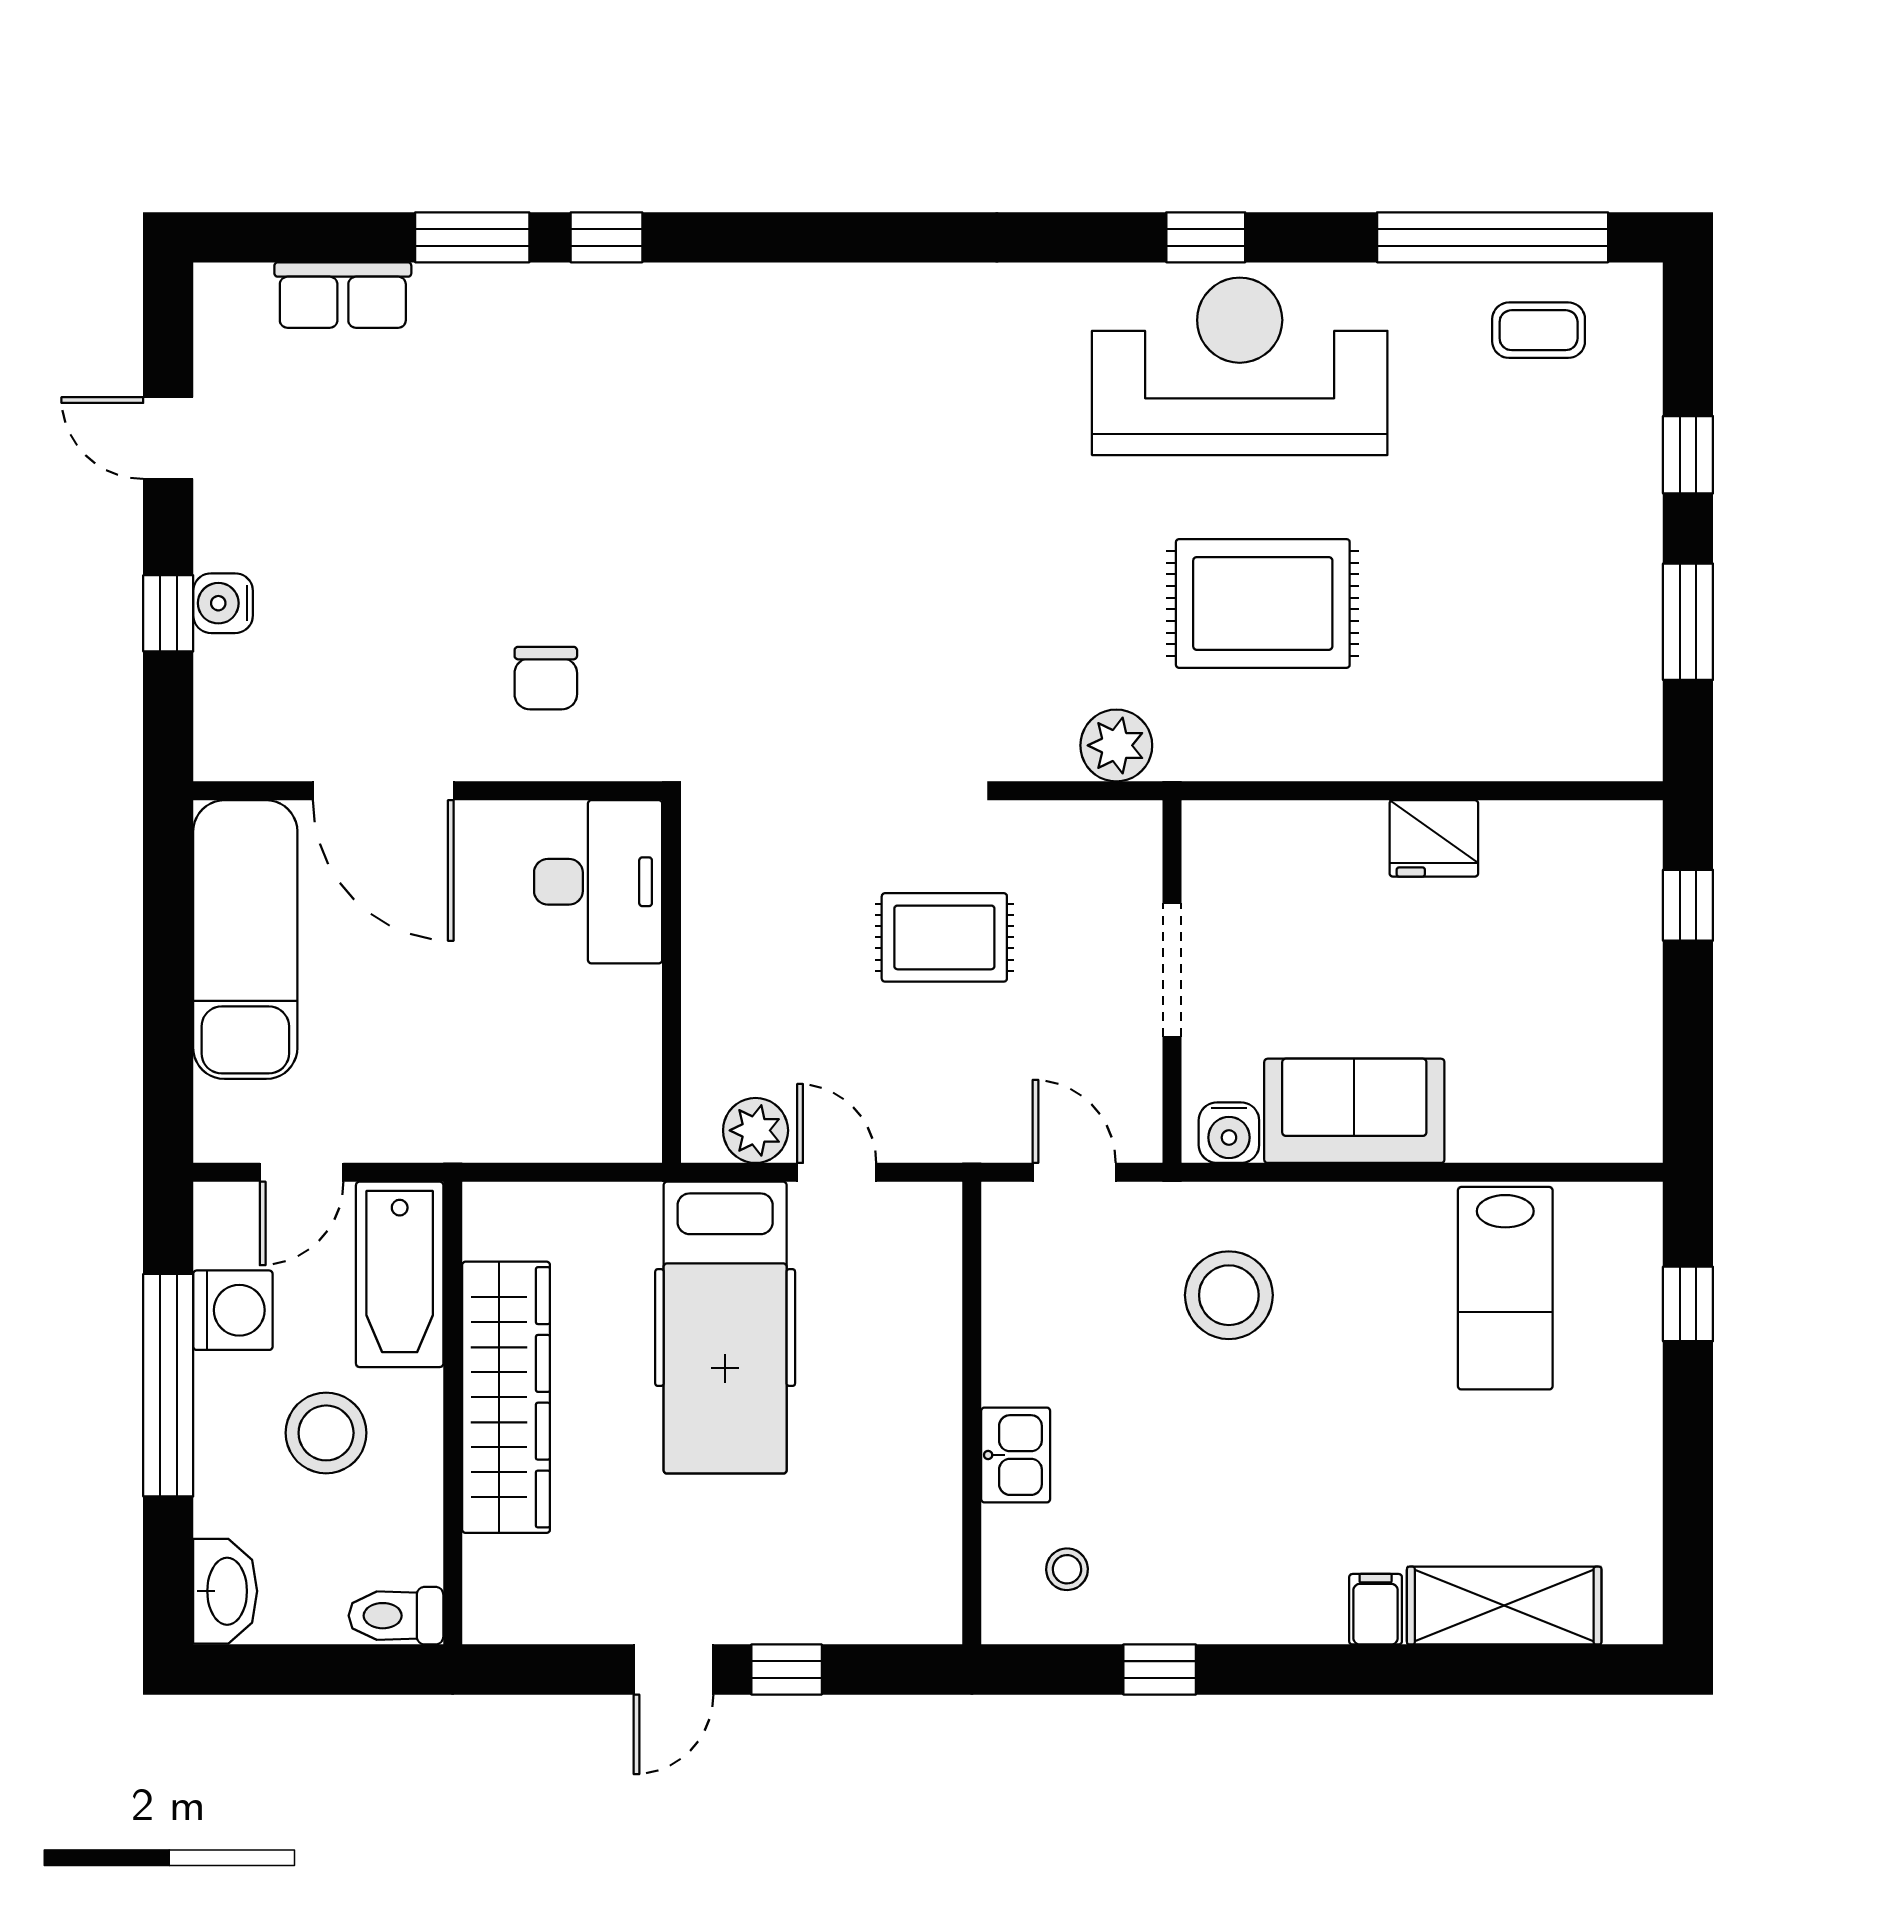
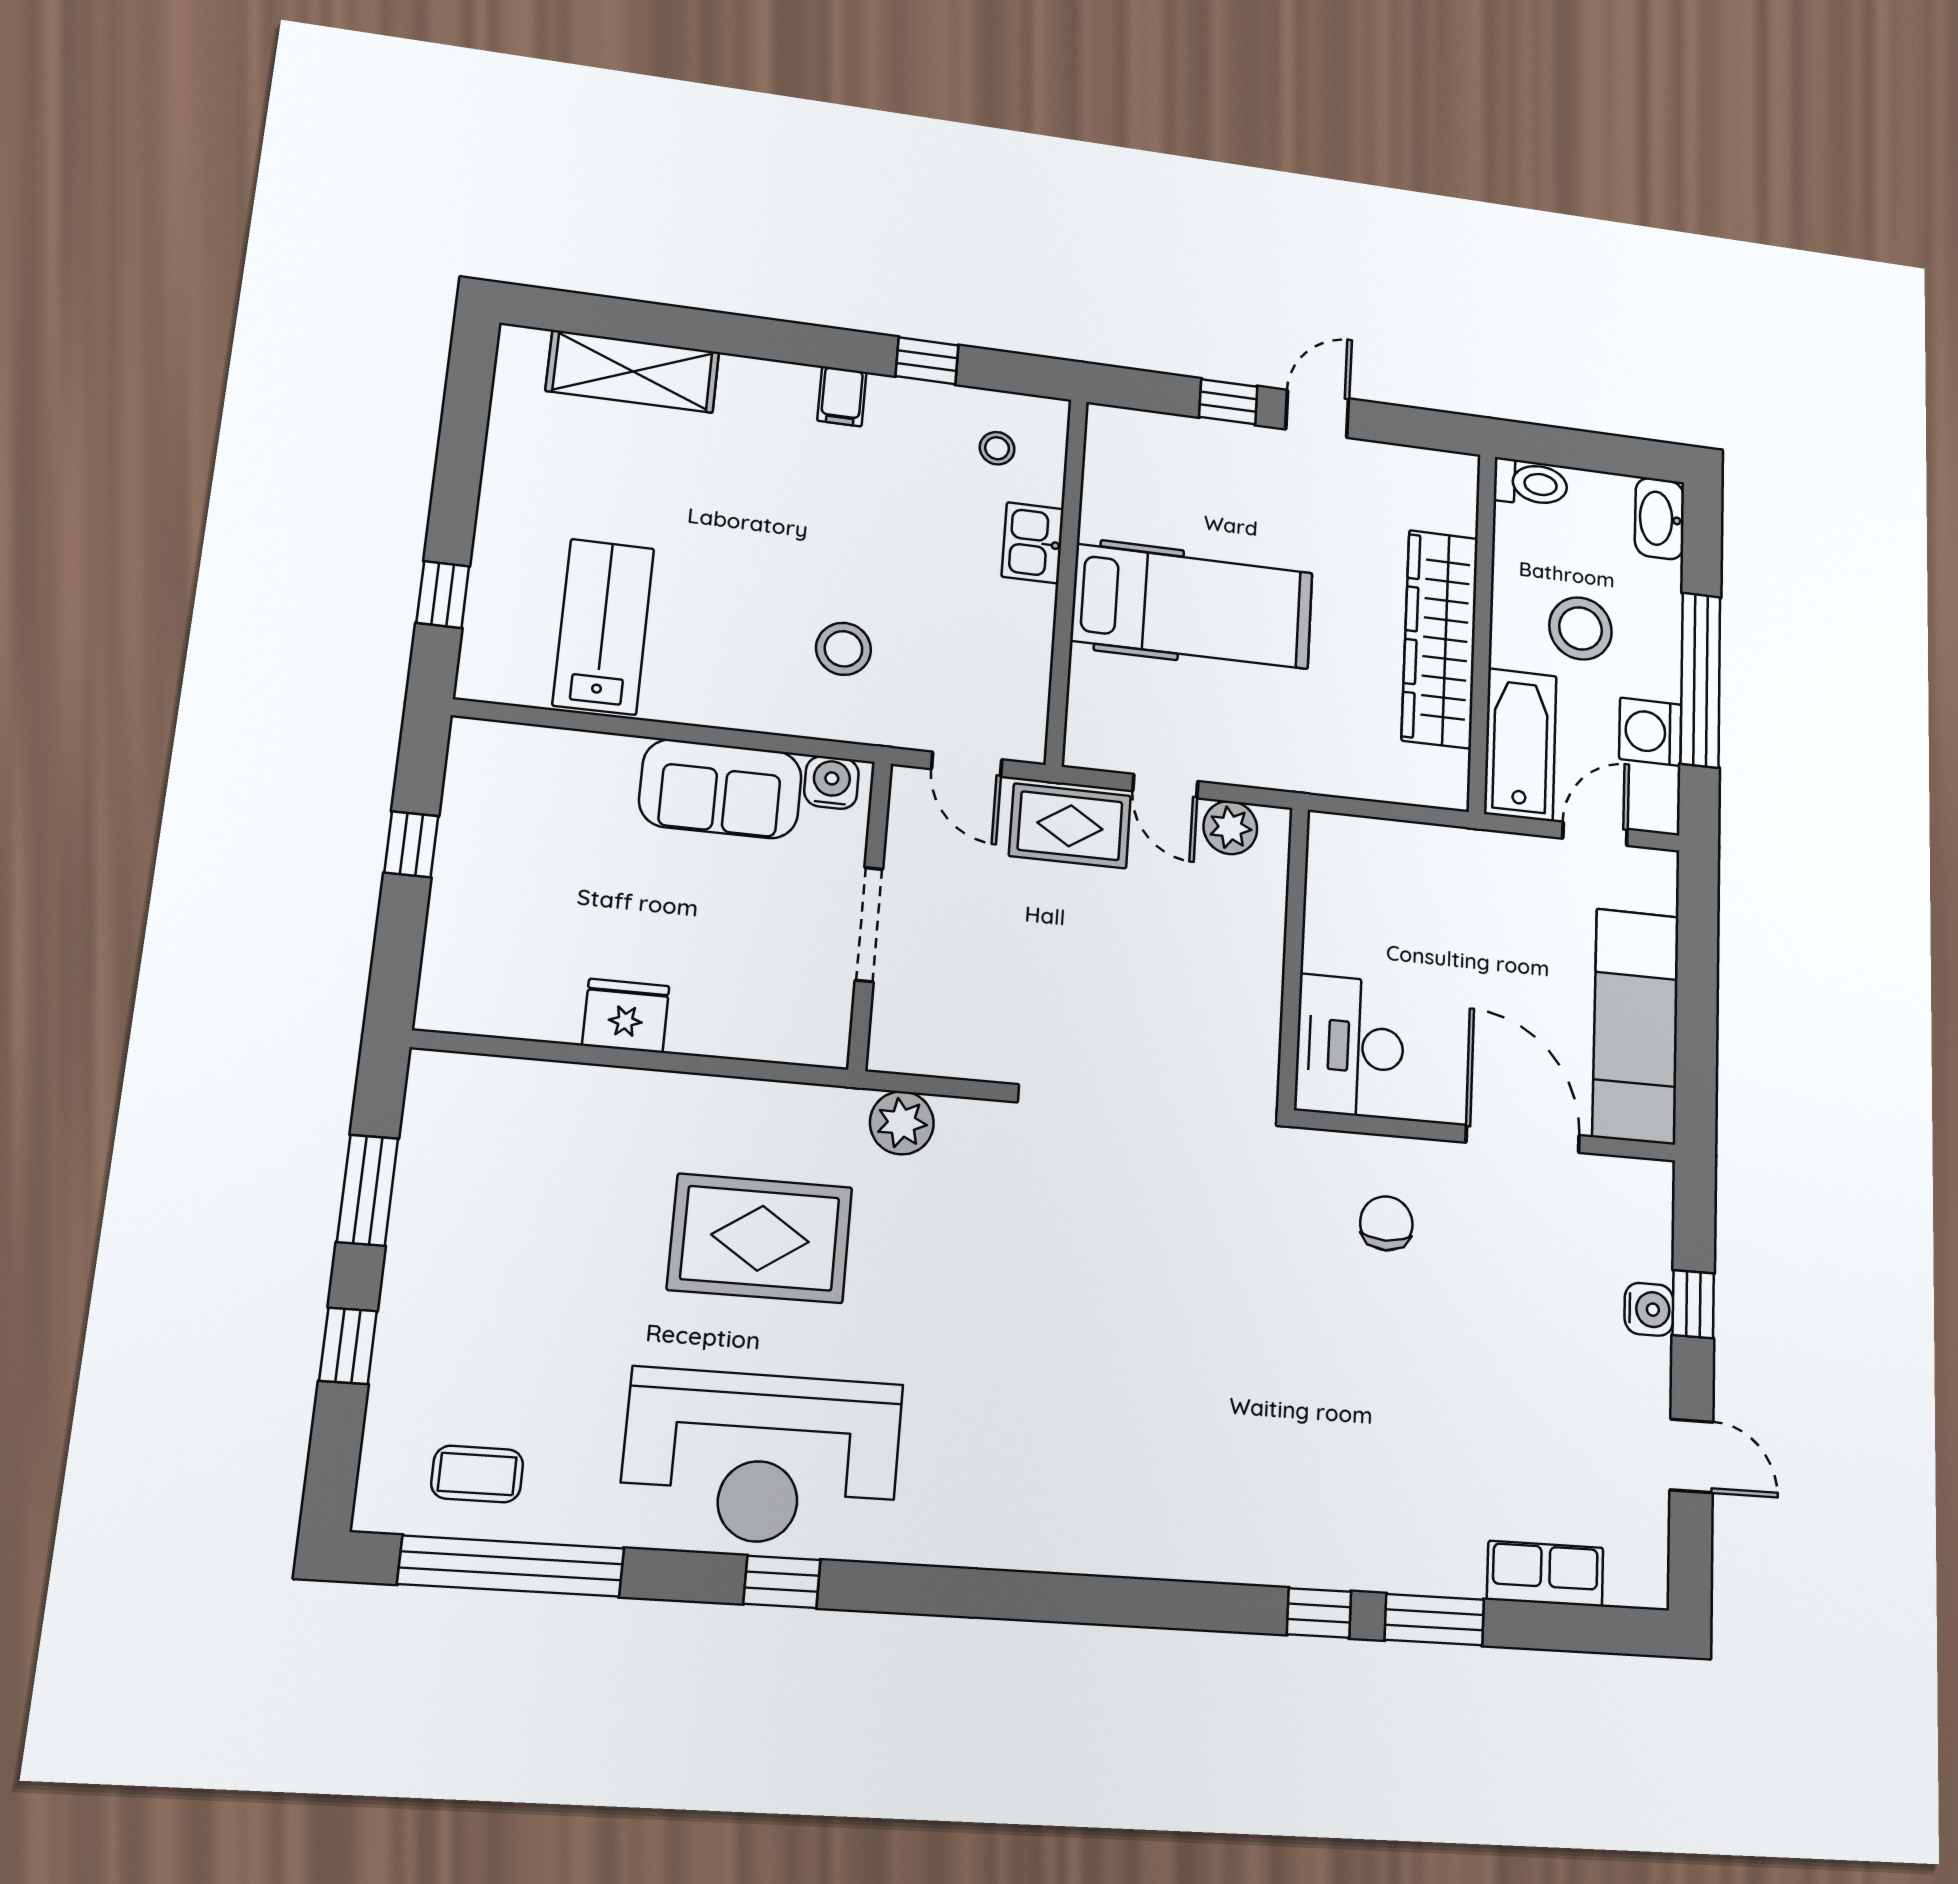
window: (1688, 905) -> (411, 844), moved
rug: (944, 937) -> (1070, 826), moved
stool: (1229, 1295) -> (843, 649), width x0.73, depth x0.73
hospital bed: (725, 1328) -> (1192, 606), moved, turned 90
filing cabinet: (1376, 1609) -> (842, 396), moved

